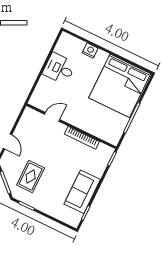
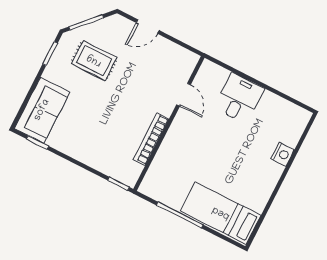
desk: (59, 69) -> (239, 98), moved
bed: (120, 86) -> (221, 213), width x0.49
sofa: (82, 192) -> (42, 110), moved, turned 90

